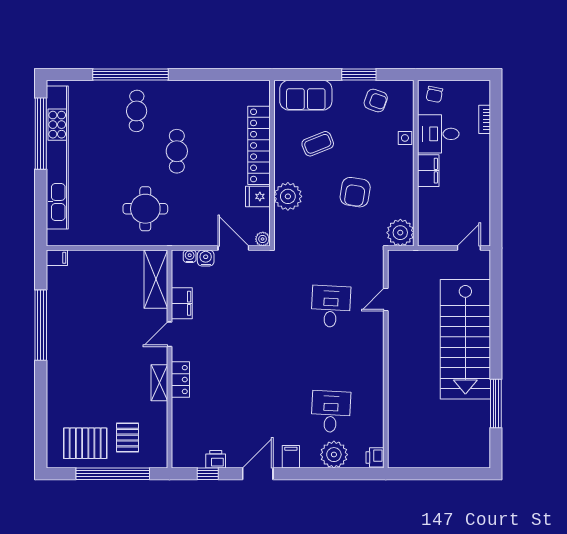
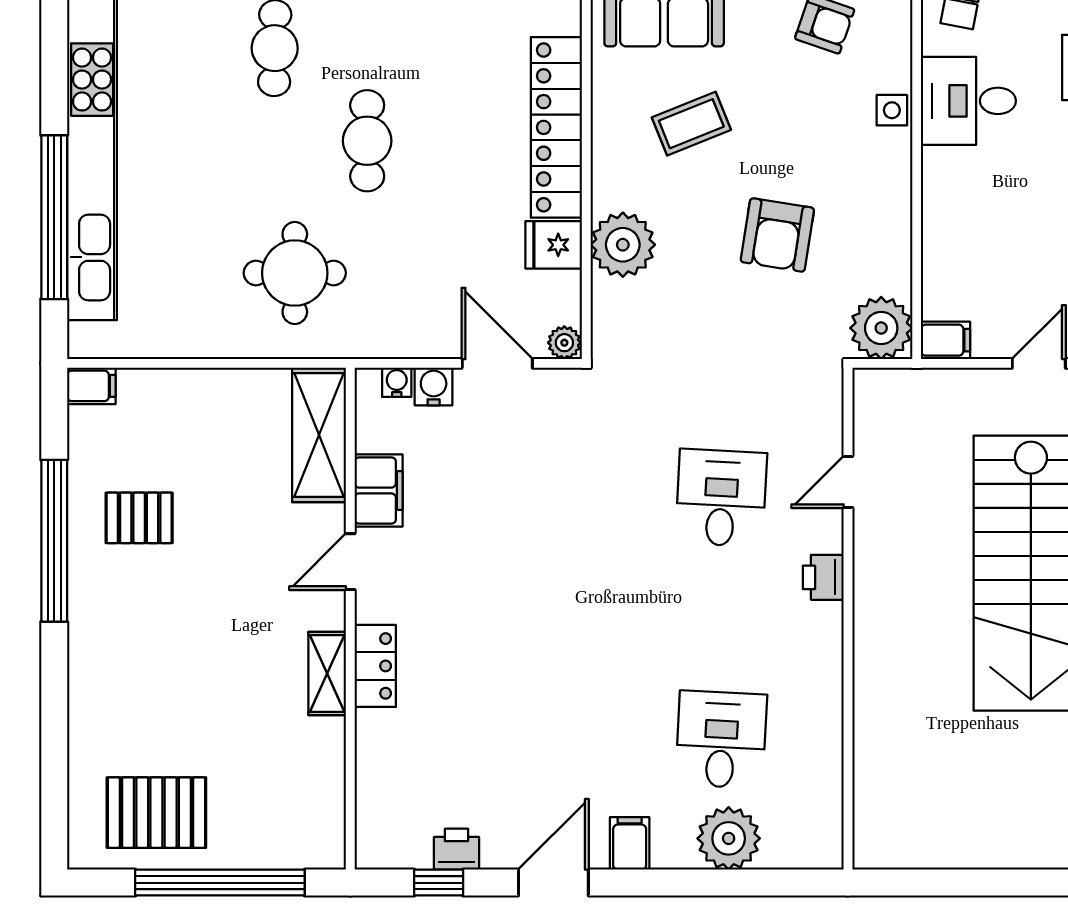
window: (41, 134) -> (54, 217), moved
filing cabinet: (428, 171) -> (946, 340), moved, width x0.50
pallet: (128, 438) -> (139, 518), moved, turned 90
printer: (375, 457) -> (823, 577), moved

